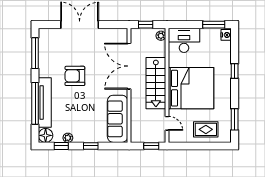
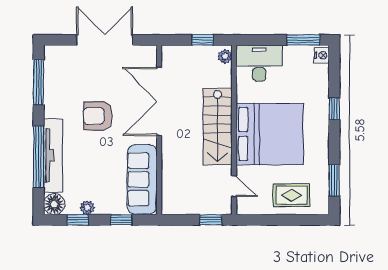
double door: (129, 66) -> (159, 101), moved
wall: (129, 85) -> (159, 130), moved
sofa: (118, 119) -> (142, 179), moved

